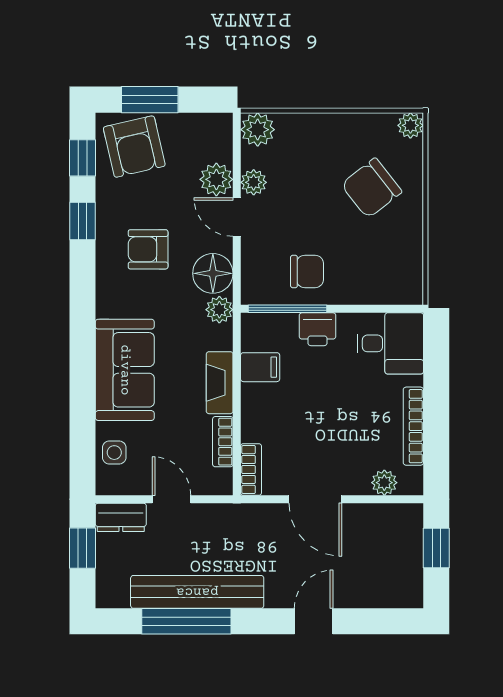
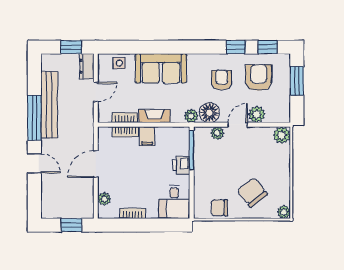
armchair: (134, 147) -> (259, 78), moved, turned 103
plant: (254, 182) -> (217, 133), moved
chair: (307, 271) -> (219, 208), moved, turned 90
filing cabinet: (260, 367) -> (147, 136), moved
bookcase: (413, 426) -> (133, 213), width x0.64
bookcase: (251, 469) -> (125, 132), moved
window: (186, 621) -> (34, 118), moved

